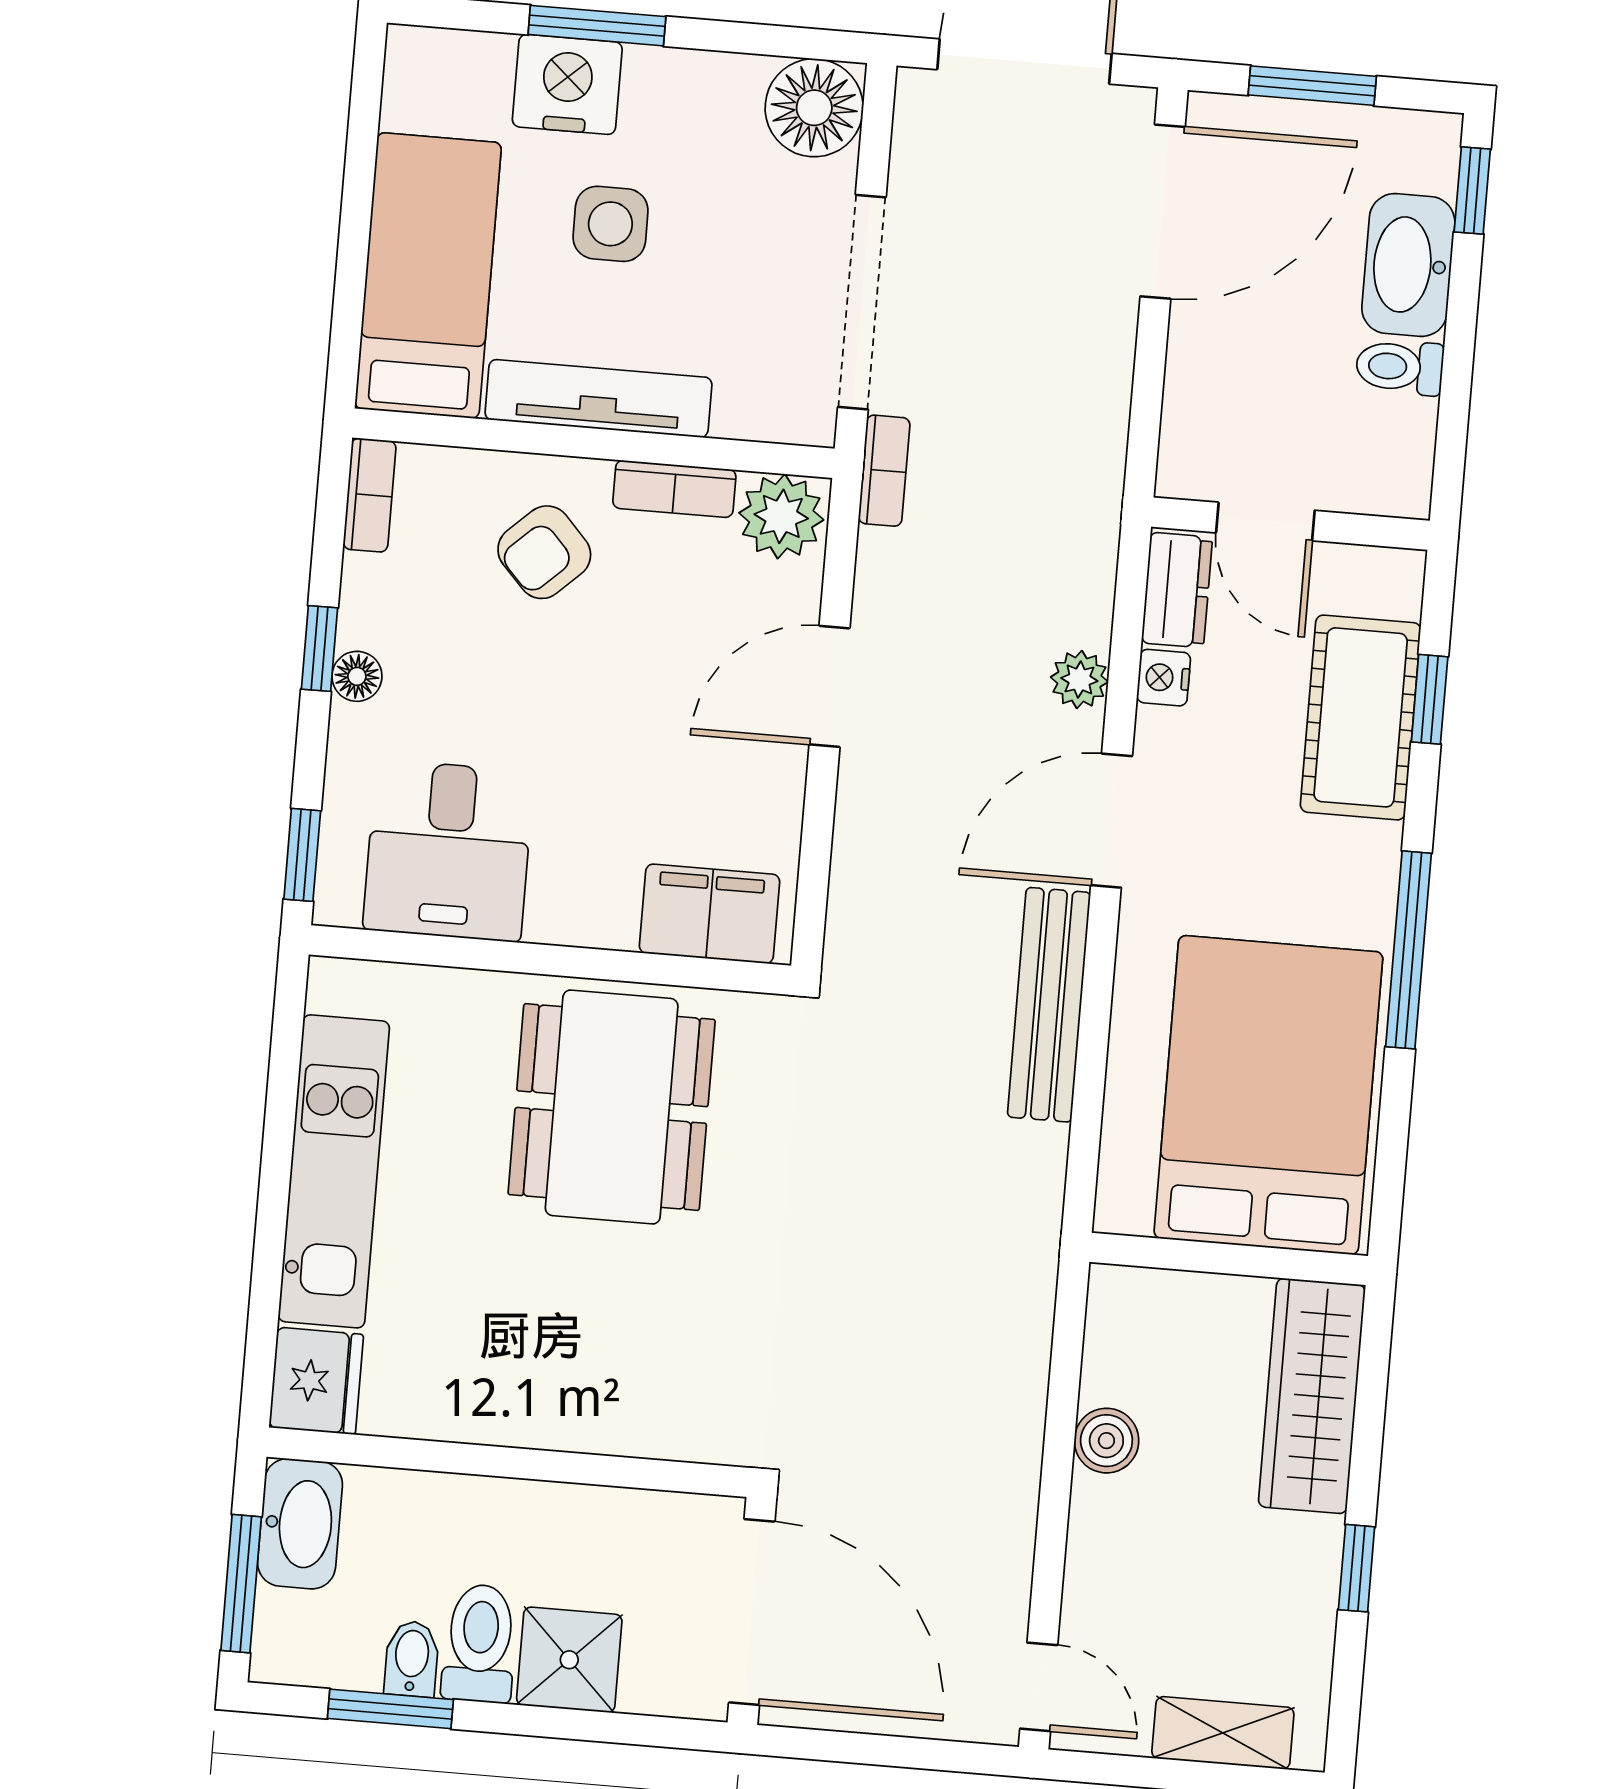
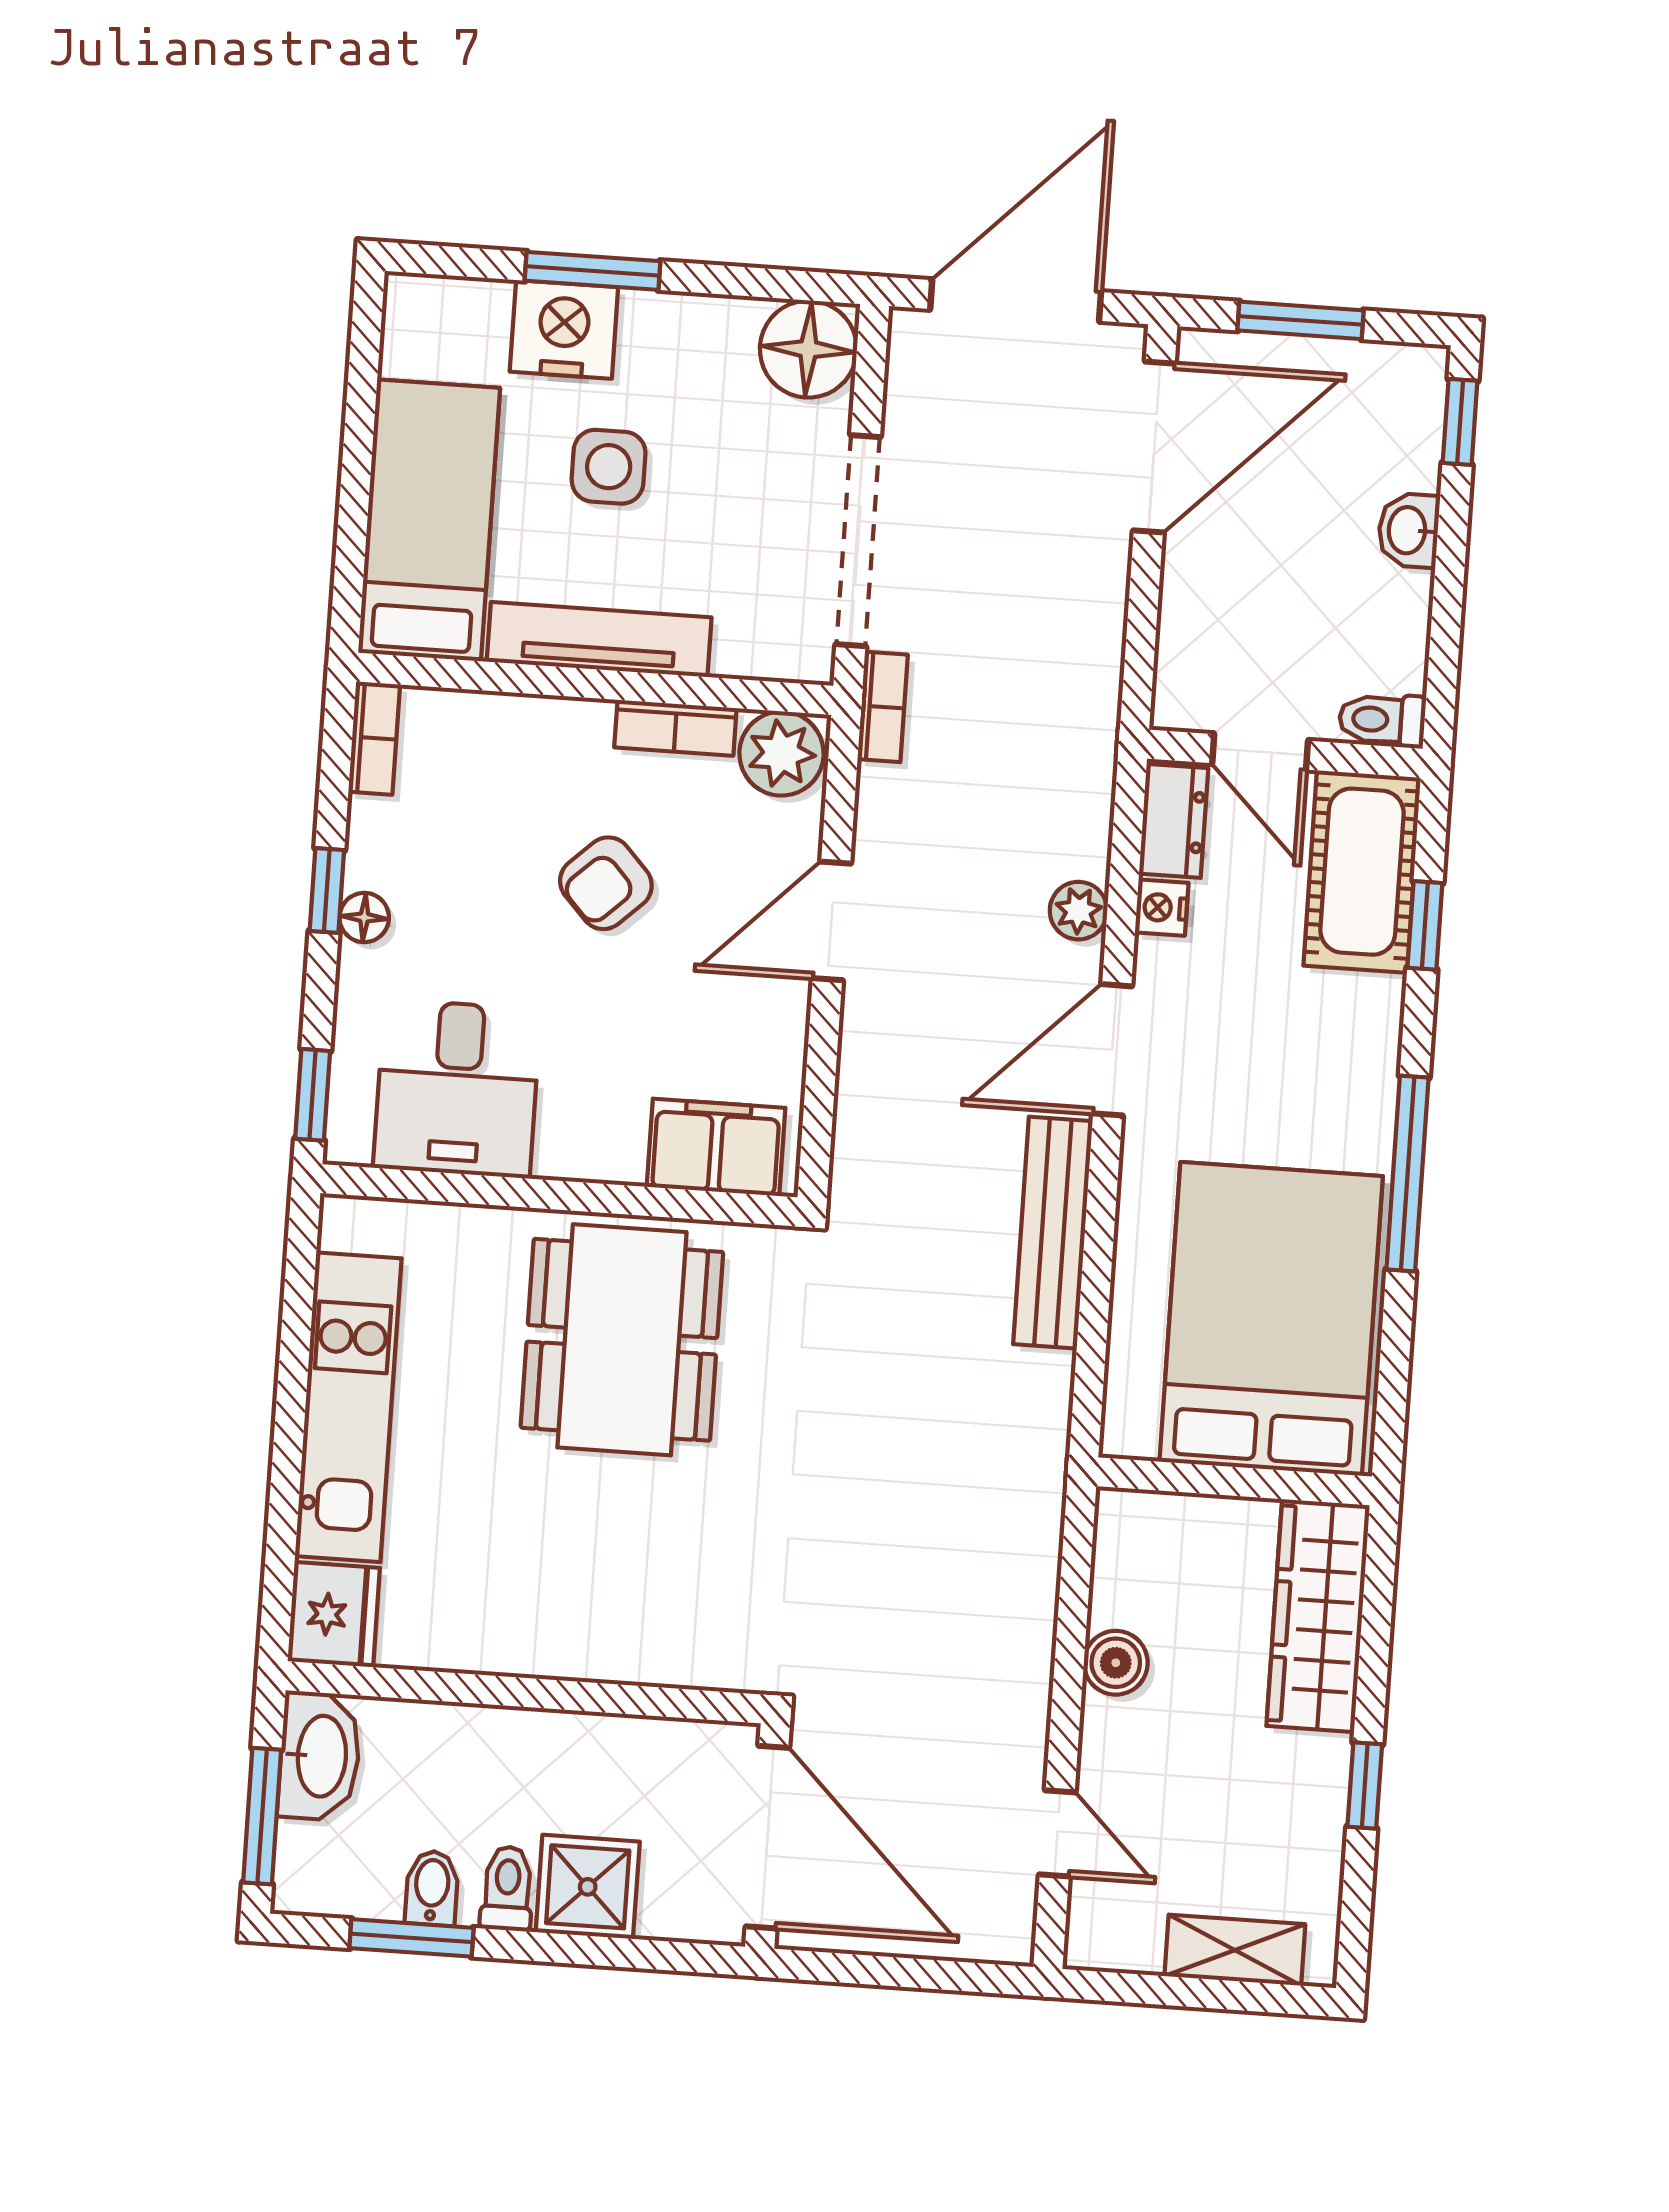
washbasin: (1408, 265) -> (1409, 530), width x0.52, depth x0.69
toilet: (1400, 367) -> (1382, 720), moved
armchair: (544, 552) -> (606, 883), moved
cot: (1361, 717) -> (1362, 872), moved
toilet: (480, 1643) -> (507, 1888), width x0.73, depth x0.72
door: (1039, 1687) -> (1057, 1833), moved

